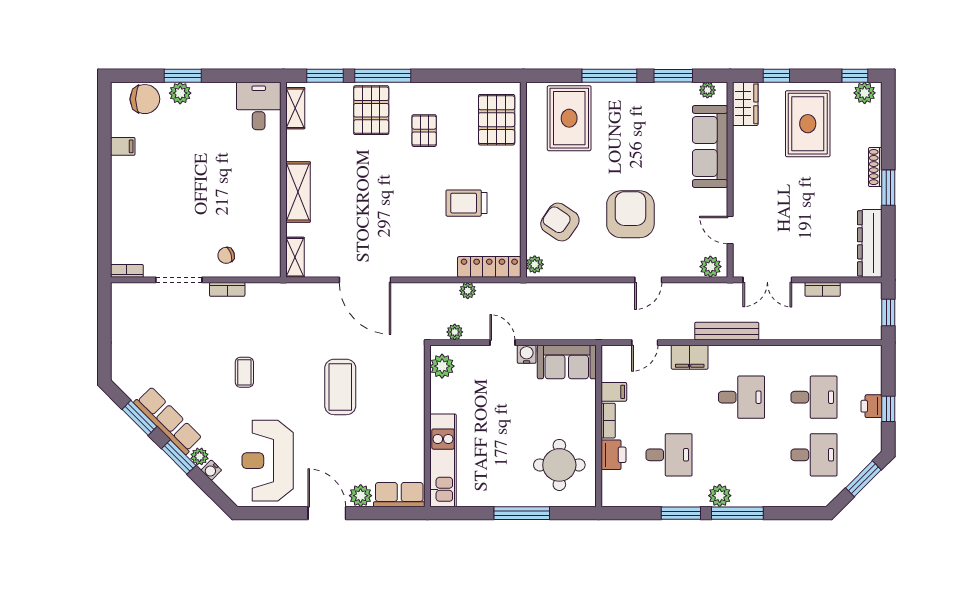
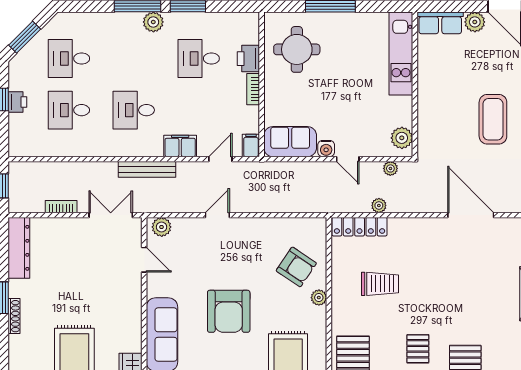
armchair: (630, 214) -> (229, 311), moved
plant: (535, 264) -> (319, 298), moved
filing cabinet: (614, 392) -> (251, 145), moved, turned 90

